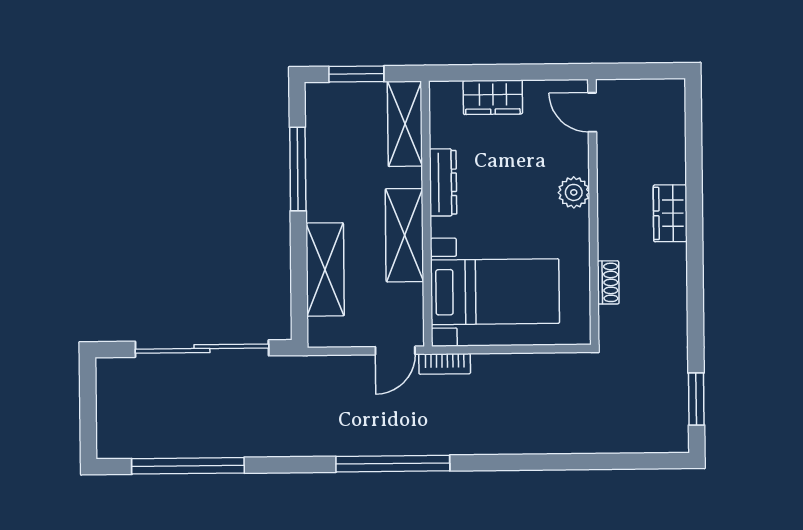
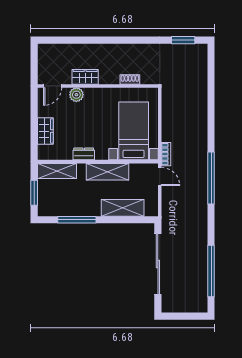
dresser: (443, 182) -> (84, 154), width x0.70
plant: (574, 192) -> (76, 95), moved
wardrobe: (670, 213) -> (85, 77), moved, turned 180

